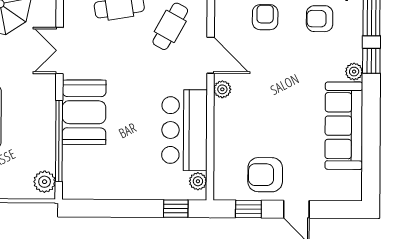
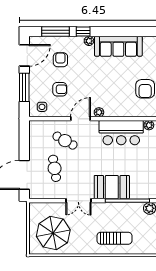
armchair: (265, 17) -> (60, 89), turned 180
armchair: (320, 19) -> (60, 60), turned 180

